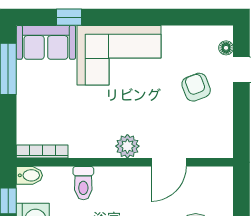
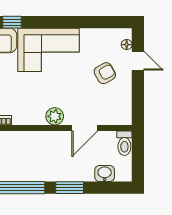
armchair: (196, 87) -> (105, 73), turned 82
toilet: (83, 183) -> (124, 143), moved

